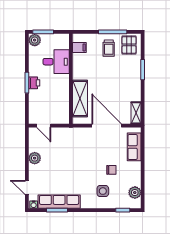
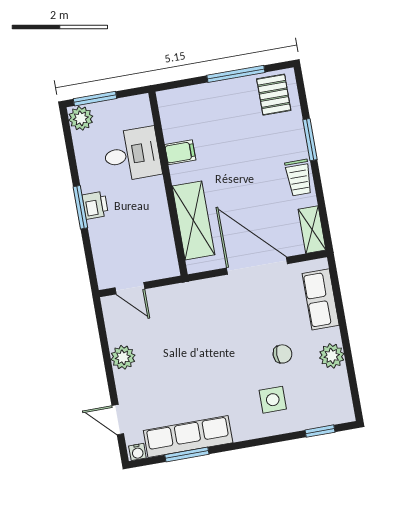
filing cabinet: (79, 47) -> (180, 152), moved
trolley: (109, 48) -> (299, 178), moved
plant: (135, 193) -> (332, 356), moved

